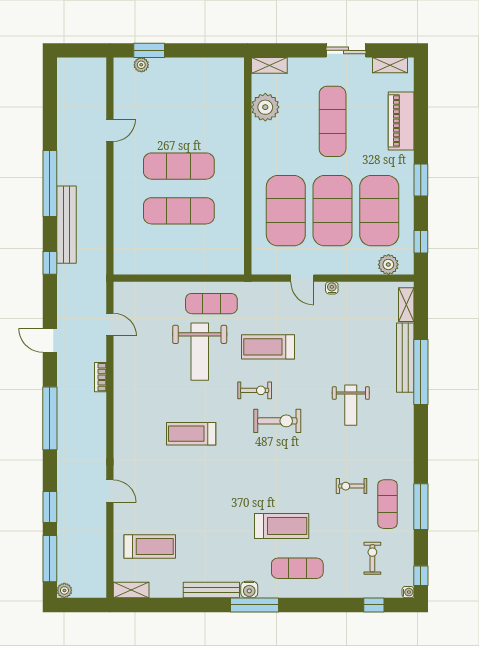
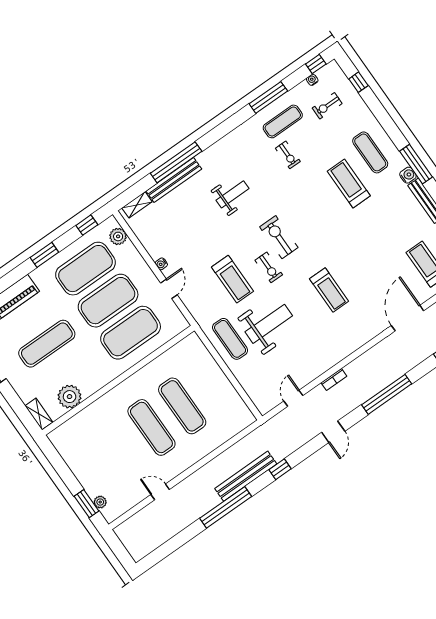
exercise bike: (255, 390) -> (269, 267), turned 180
door: (110, 491) -> (408, 318), width x1.88
water cooler: (408, 592) -> (312, 80), moved

